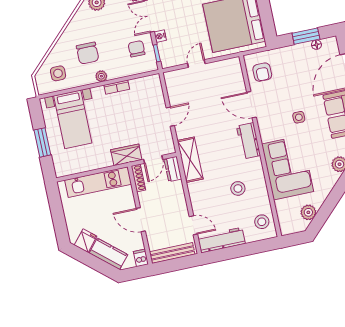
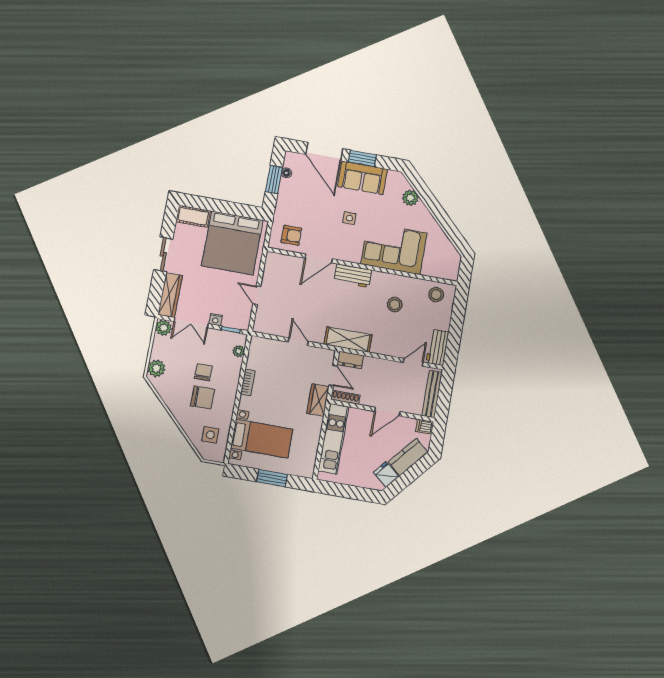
chair: (137, 49) -> (203, 372), moved, turned 90
plant: (101, 76) -> (239, 351), moved
plant: (308, 212) -> (445, 246), removed
workbench: (221, 240) -> (437, 347), width x0.73

